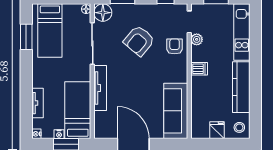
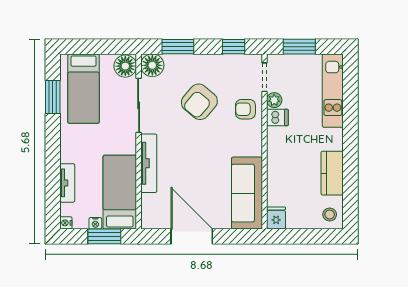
floor lamp: (86, 9) -> (125, 66), width x1.89, depth x1.89
armchair: (175, 46) -> (245, 109), turned -90
dishwasher: (199, 69) -> (277, 117), moved
kitchen counter: (241, 87) -> (332, 173), width x0.67
fridge: (217, 130) -> (276, 218), moved

